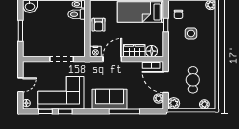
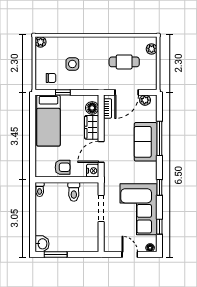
toilet: (76, 14) -> (74, 192), moved
window: (20, 31) -> (56, 254), moved
door: (112, 59) -> (101, 152), hinge flipped
sofa: (109, 99) -> (146, 142), moved
plant: (174, 103) -> (150, 83), removed
window: (65, 111) -> (159, 187), moved

